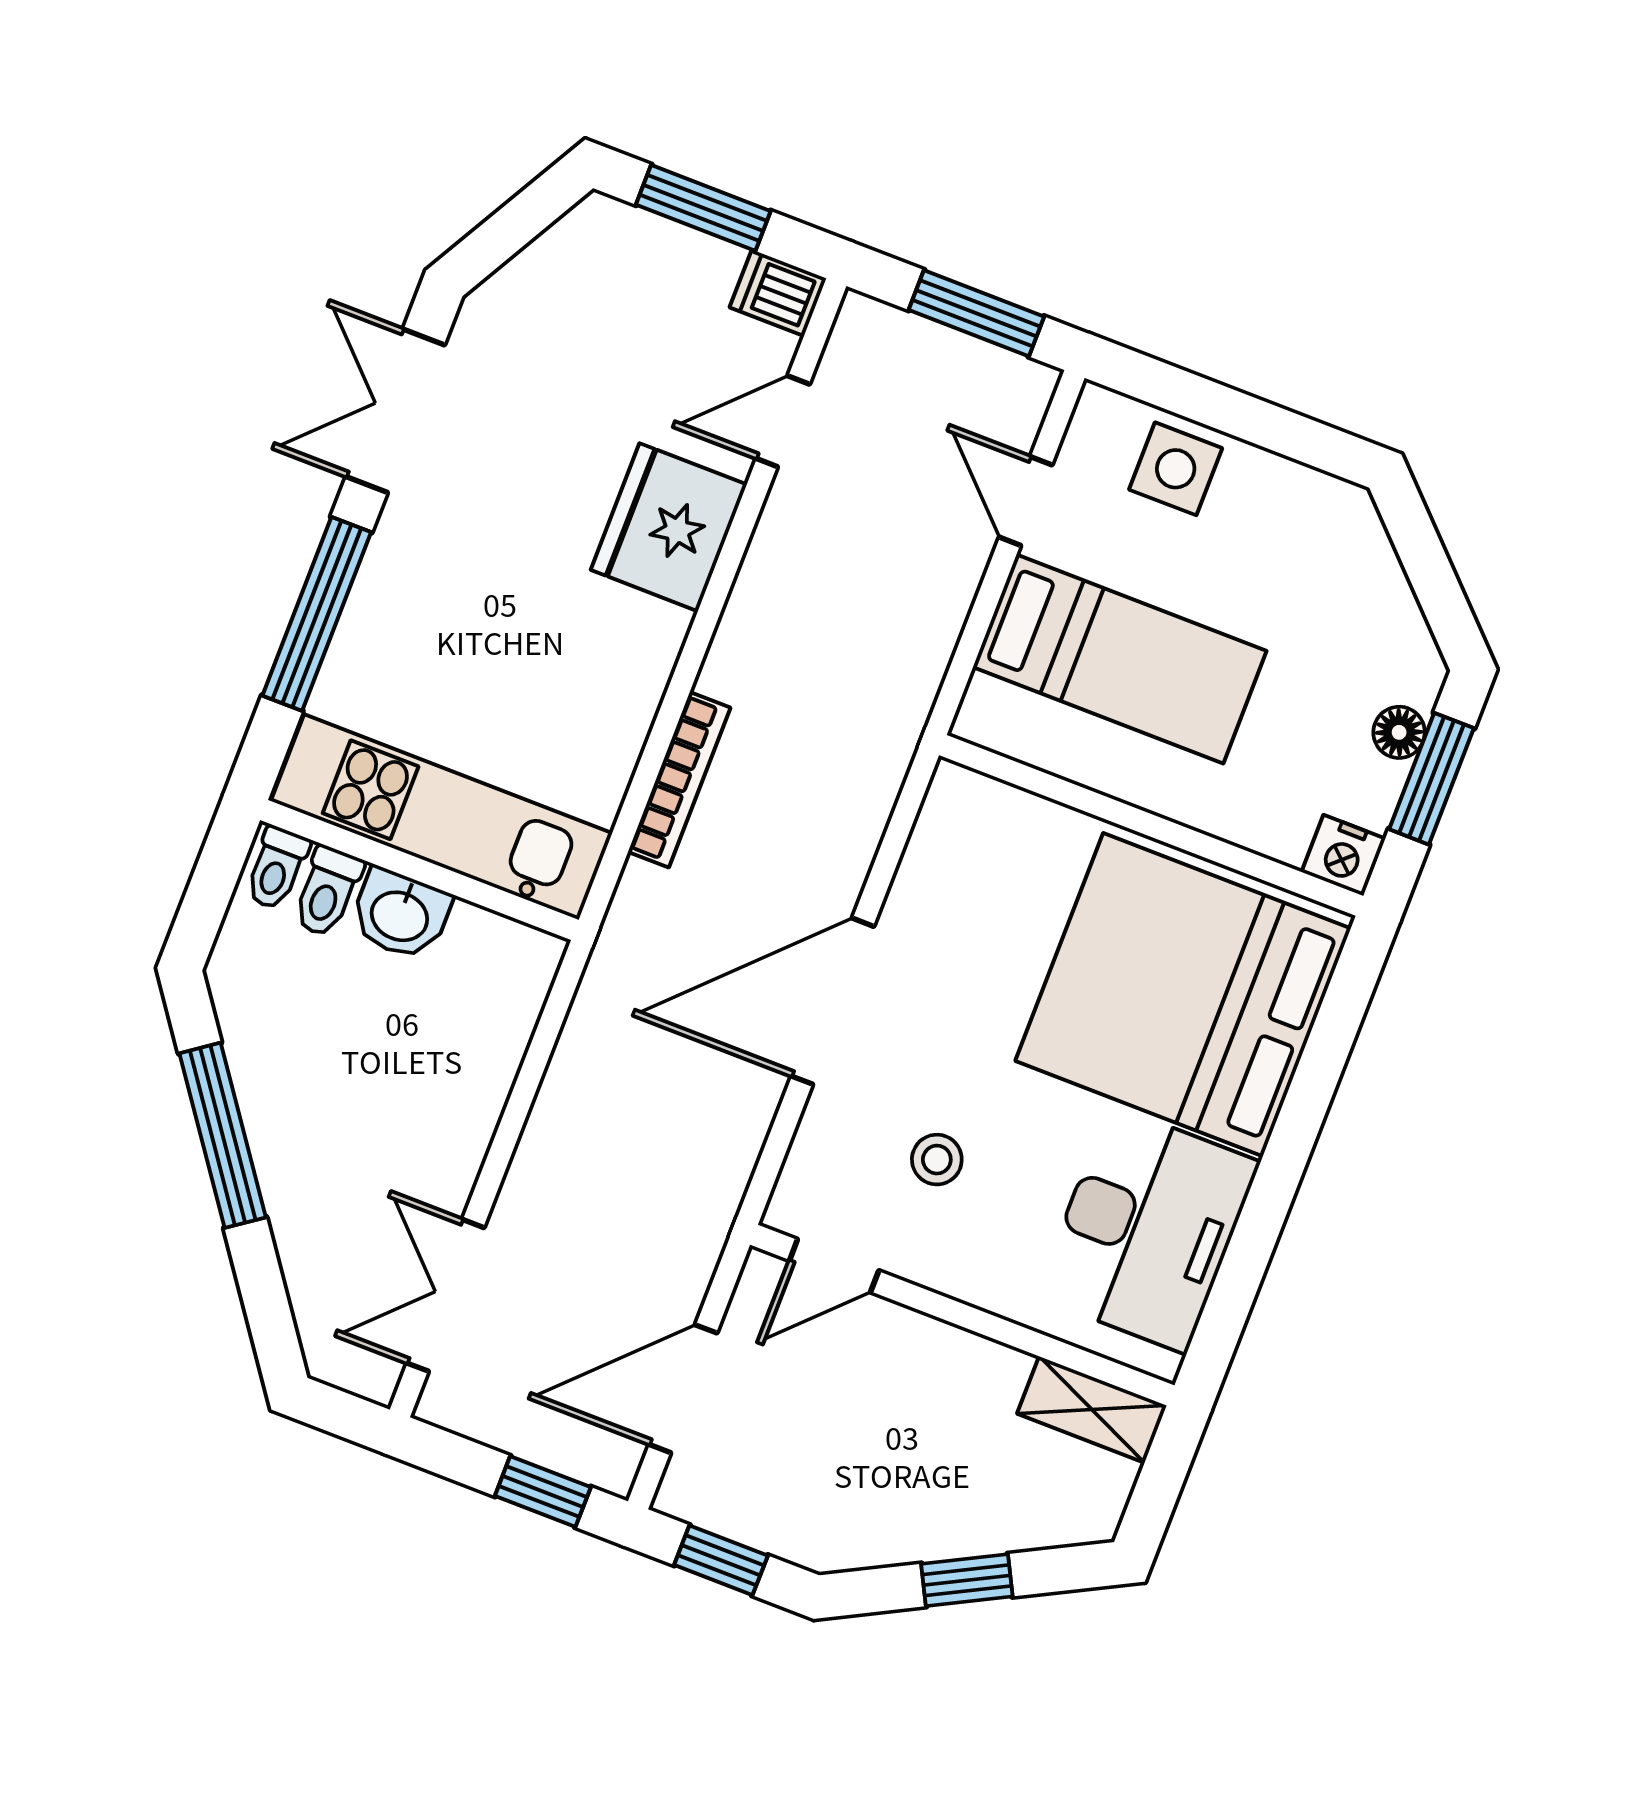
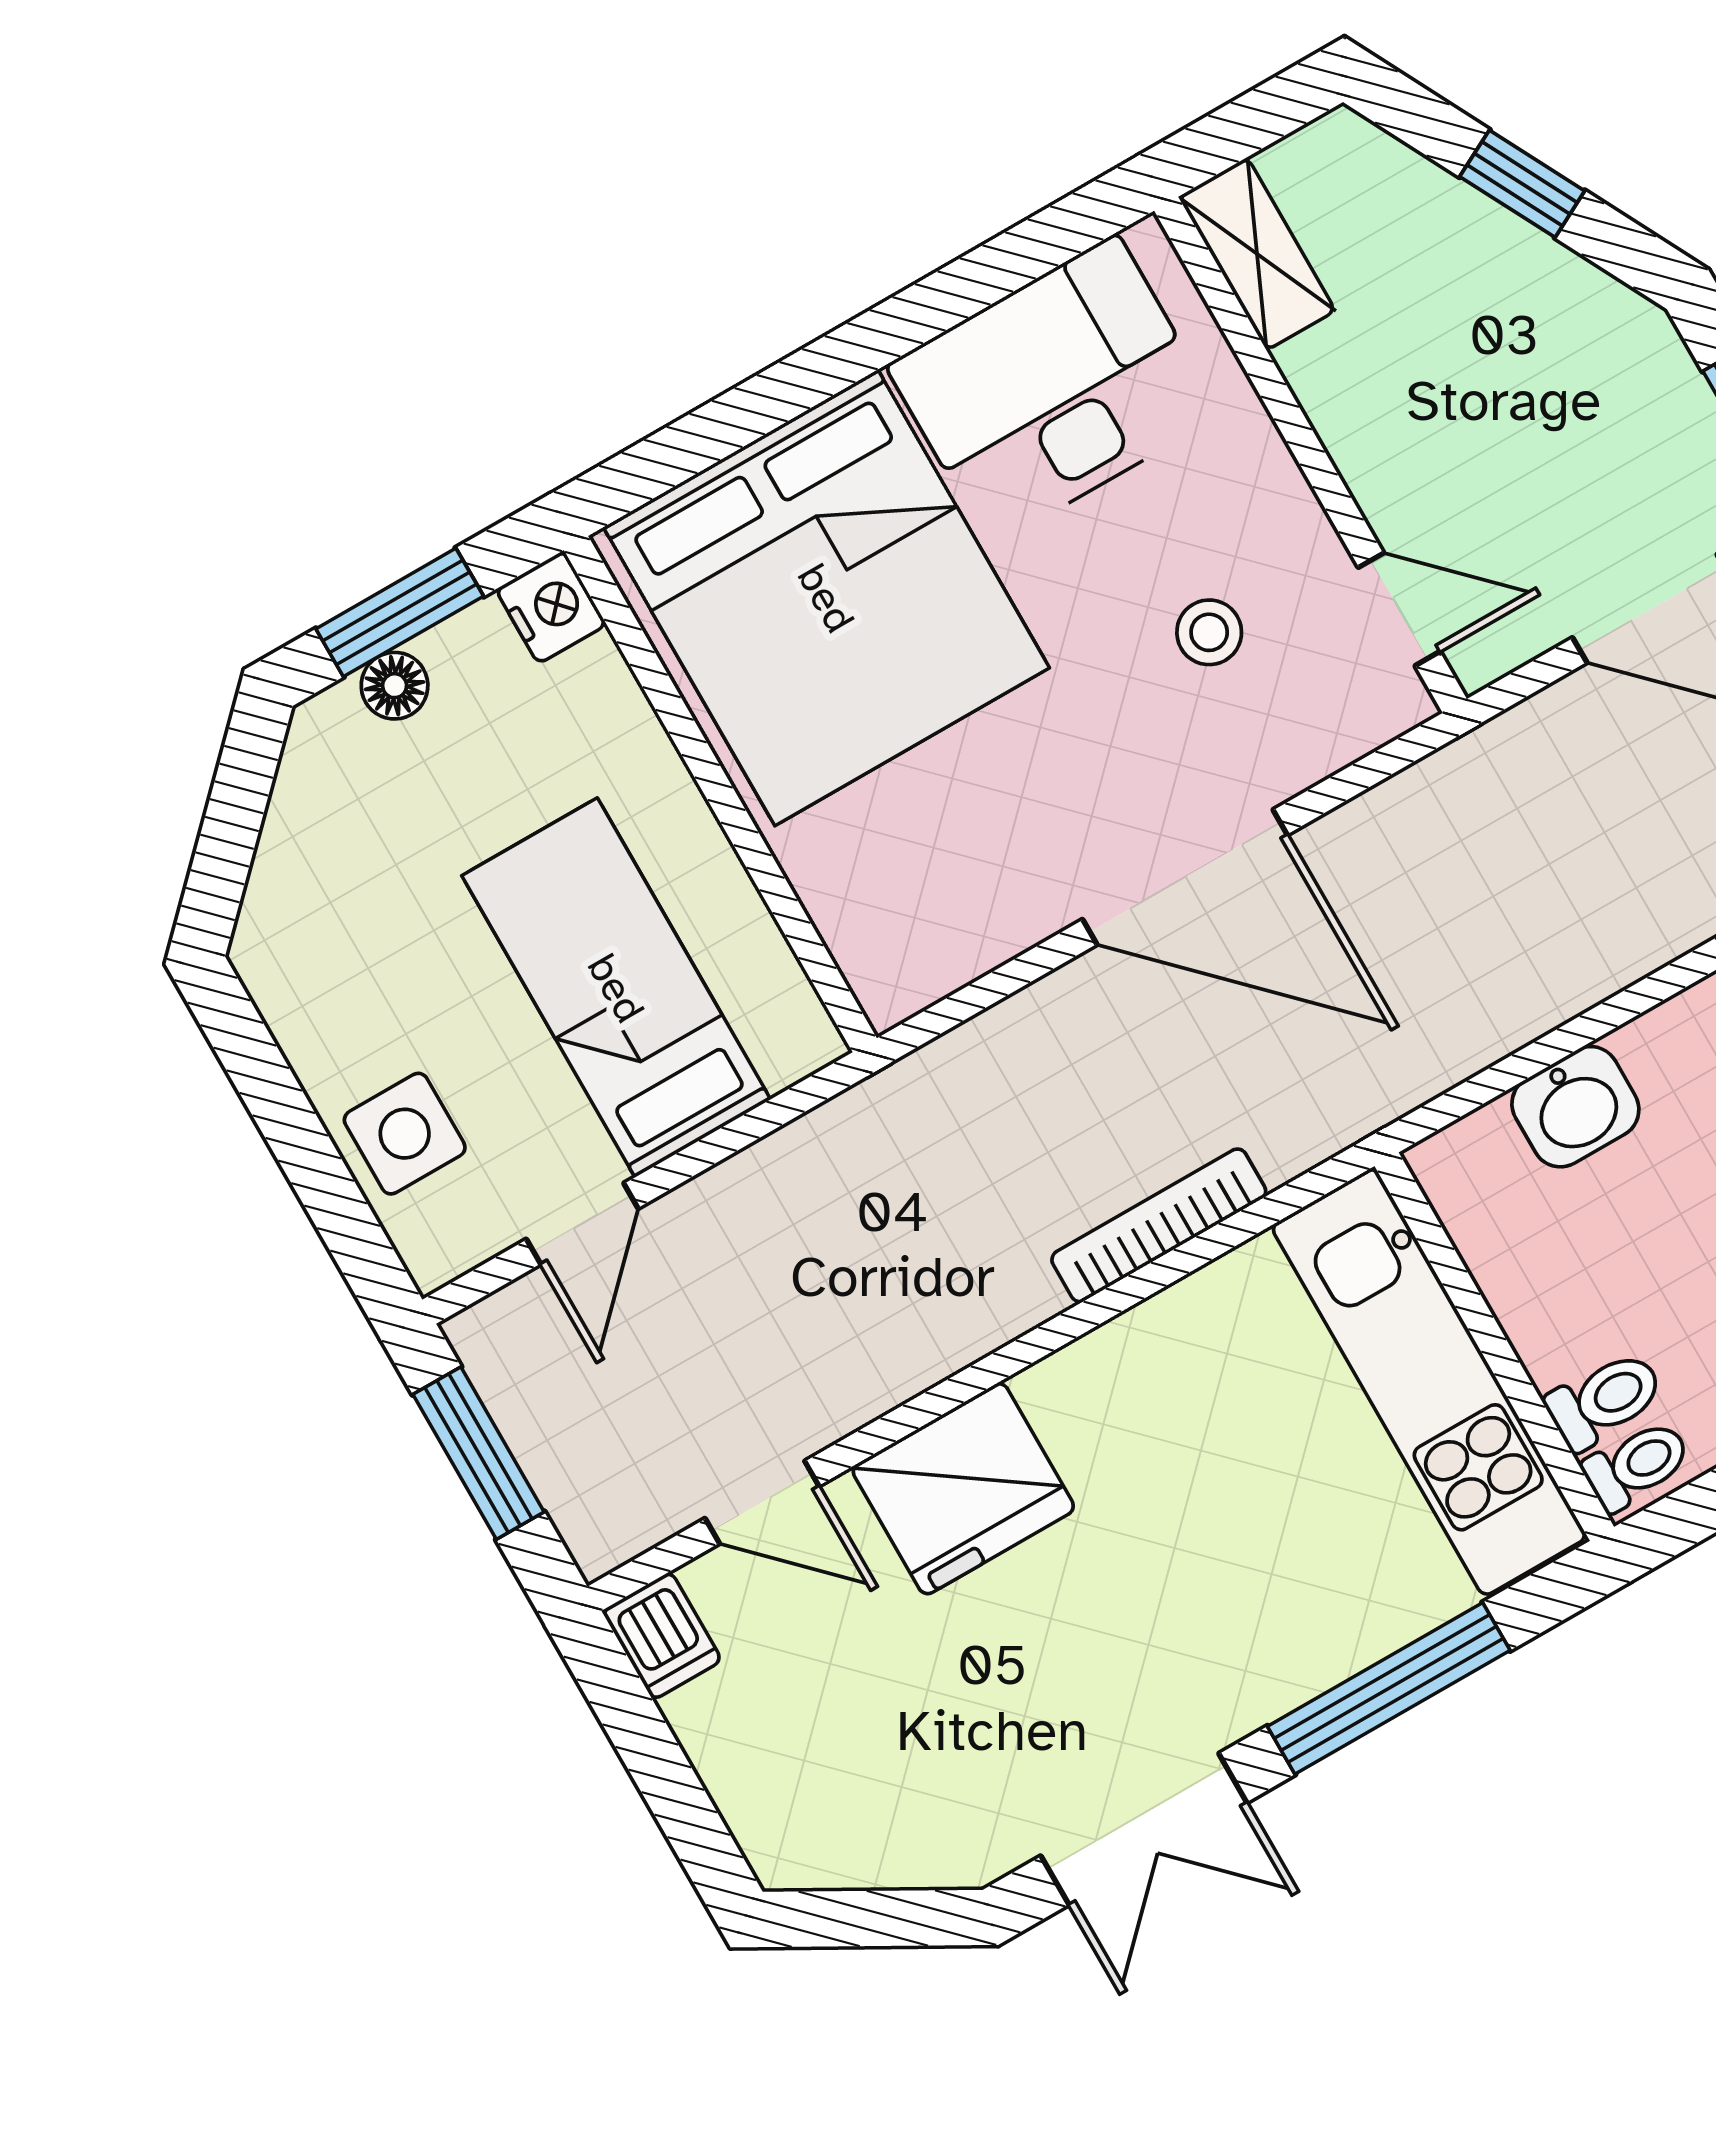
window: (703, 208) -> (668, 1782), removed
washbasin: (400, 914) -> (1575, 1107), moved, turned 90

